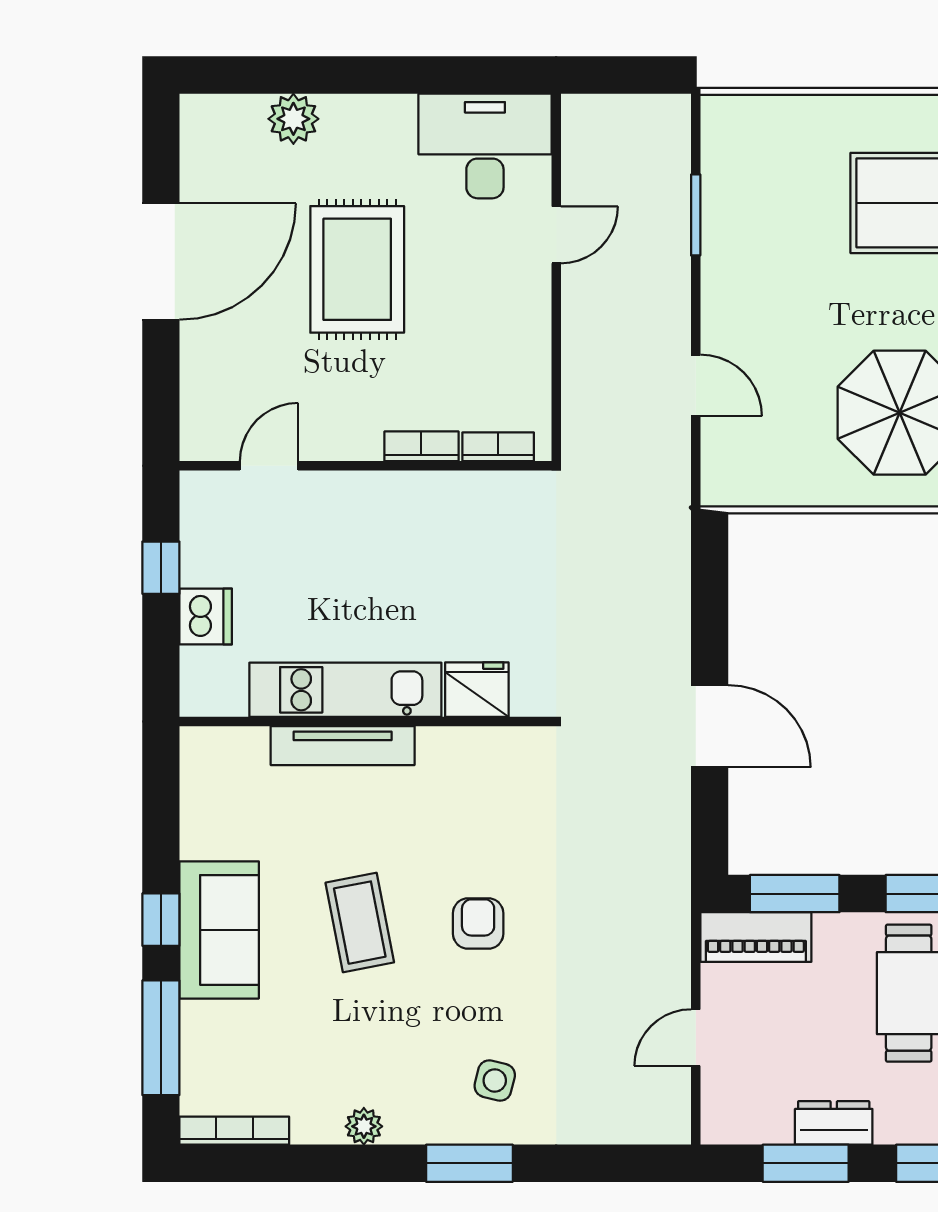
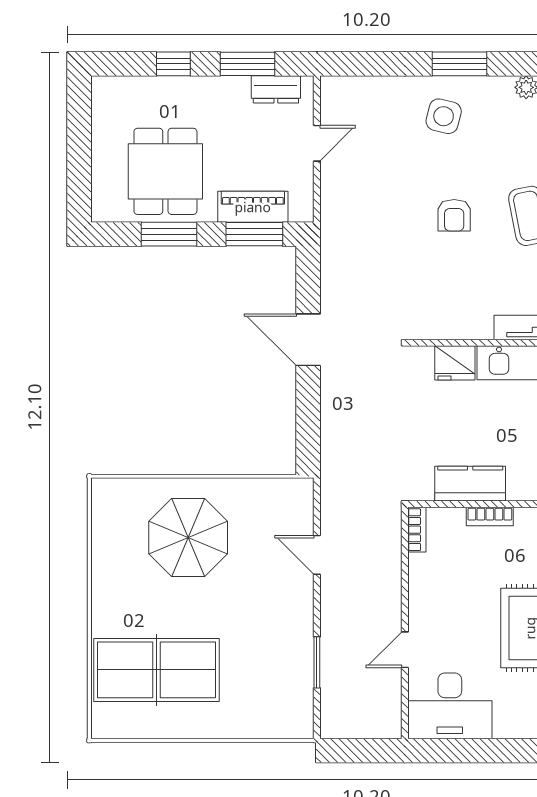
bookcase: (498, 447) -> (417, 530), moved, turned -90
kitchen counter: (453, 498) -> (470, 484), added
piano: (756, 937) -> (253, 207), moved
side table: (495, 1081) -> (444, 116), width x1.37, depth x1.37
dresser: (834, 1123) -> (276, 89), moved

